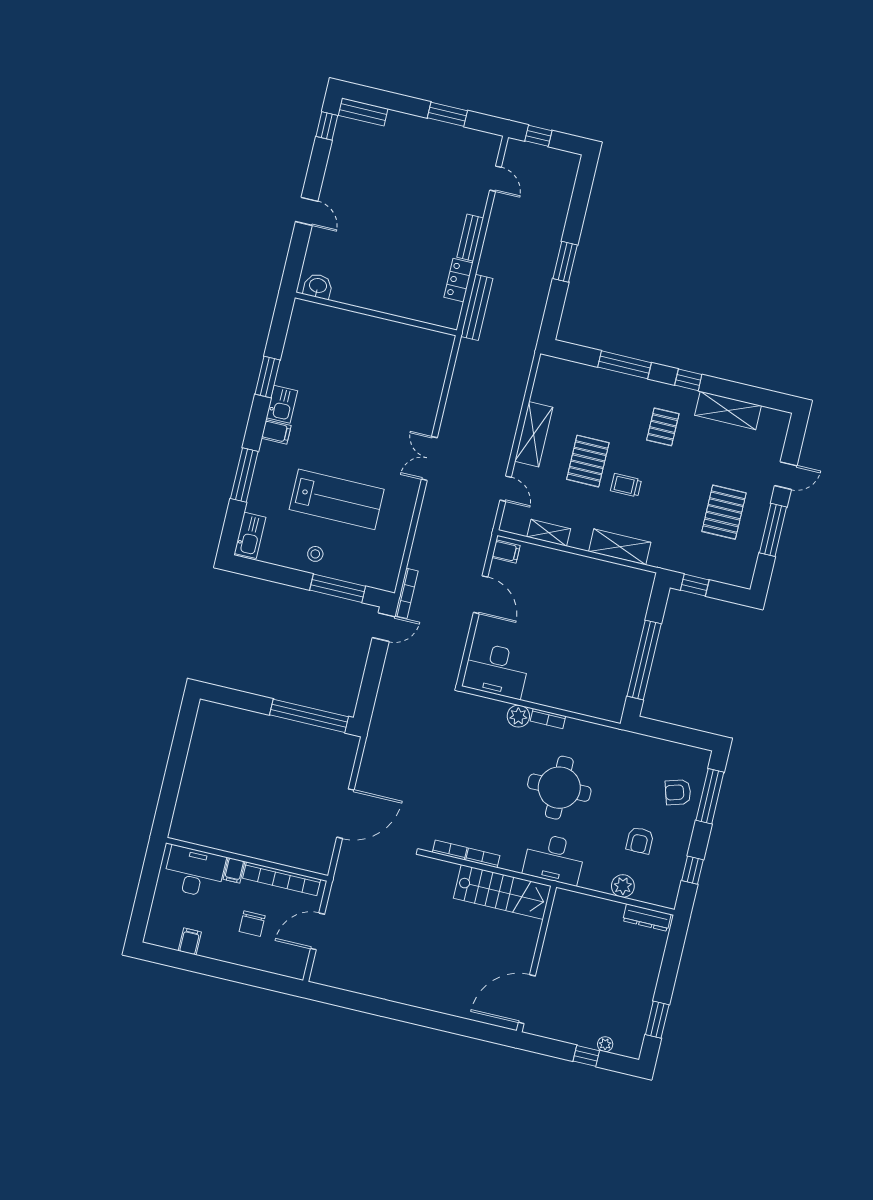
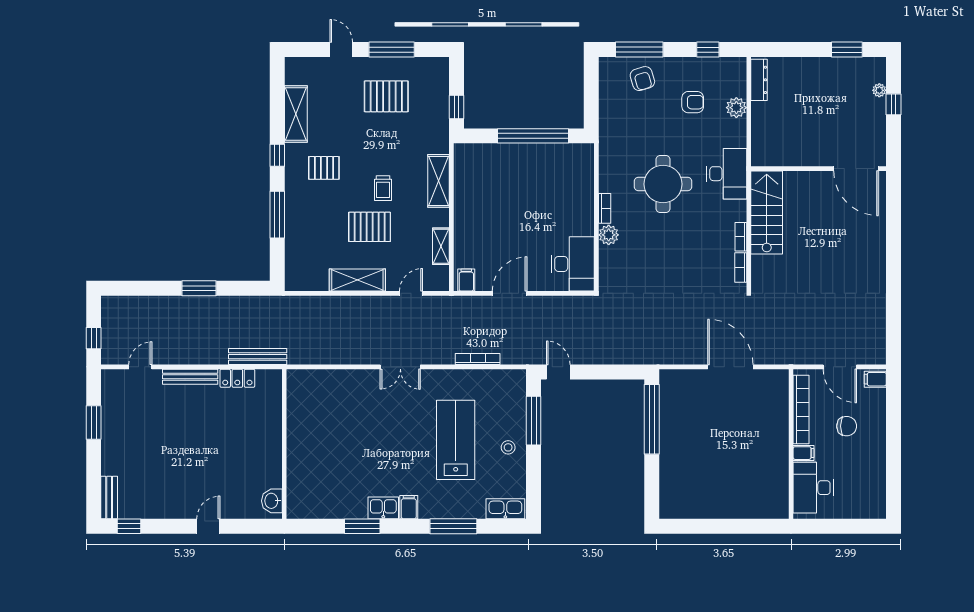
bench: (470, 238) -> (190, 377), width x1.36
bookcase: (406, 593) -> (478, 359), moved
filing cabinet: (190, 941) -> (875, 379), moved

